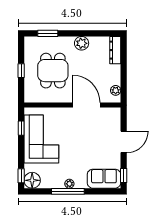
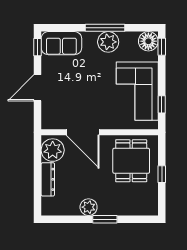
window: (48, 33) -> (105, 219), moved
dresser: (115, 50) -> (48, 179), moved
dining table: (53, 71) -> (131, 161), moved
plant: (116, 90) -> (53, 150), width x1.87, depth x1.87
plant: (69, 184) -> (108, 42), width x1.88, depth x1.88

